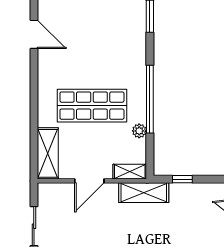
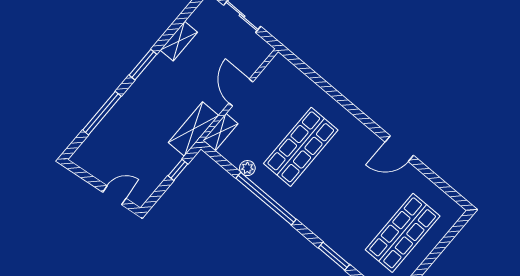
shelving: (48, 153) -> (292, 77), removed

